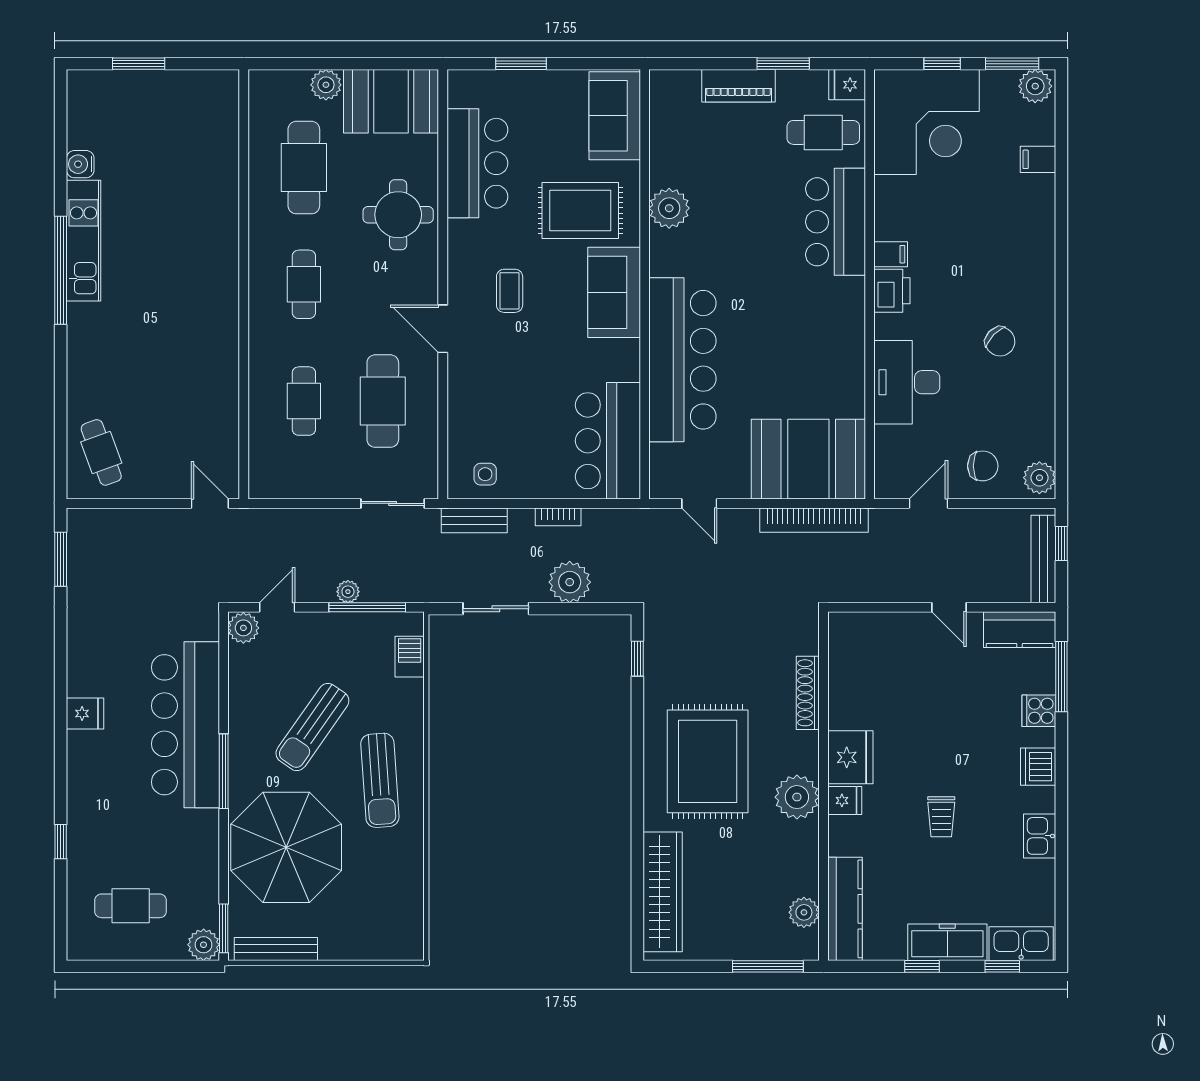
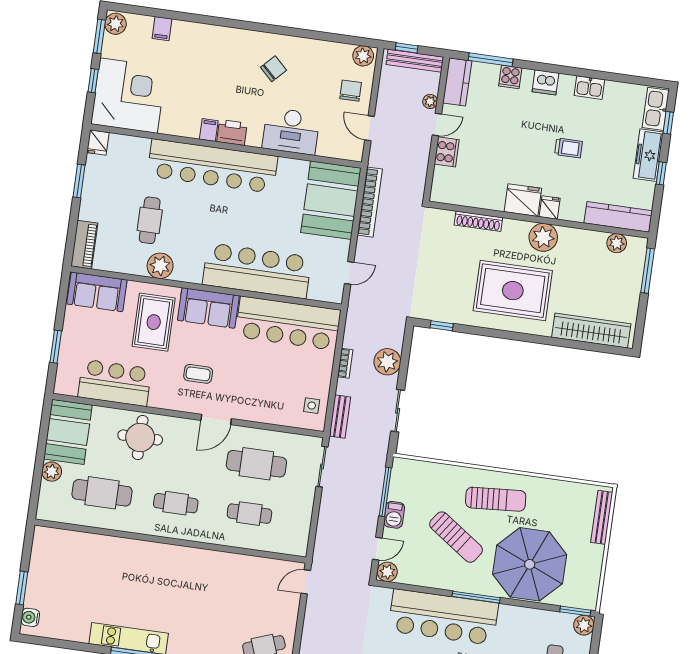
piano: (738, 86) -> (84, 245), moved
cafe table: (823, 132) -> (150, 220), moved
water cooler: (80, 164) -> (30, 617), moved, turned 90
bar counter: (835, 222) -> (212, 166), width x1.86
bar counter: (608, 441) -> (288, 323), width x1.36
plant: (348, 592) -> (430, 101), moved
door: (277, 607) -> (377, 549), swing flipped
cooker: (909, 628) -> (447, 152), added
barbecue: (410, 657) -> (394, 515), moved, turned -90
bench: (276, 949) -> (602, 517), moved

